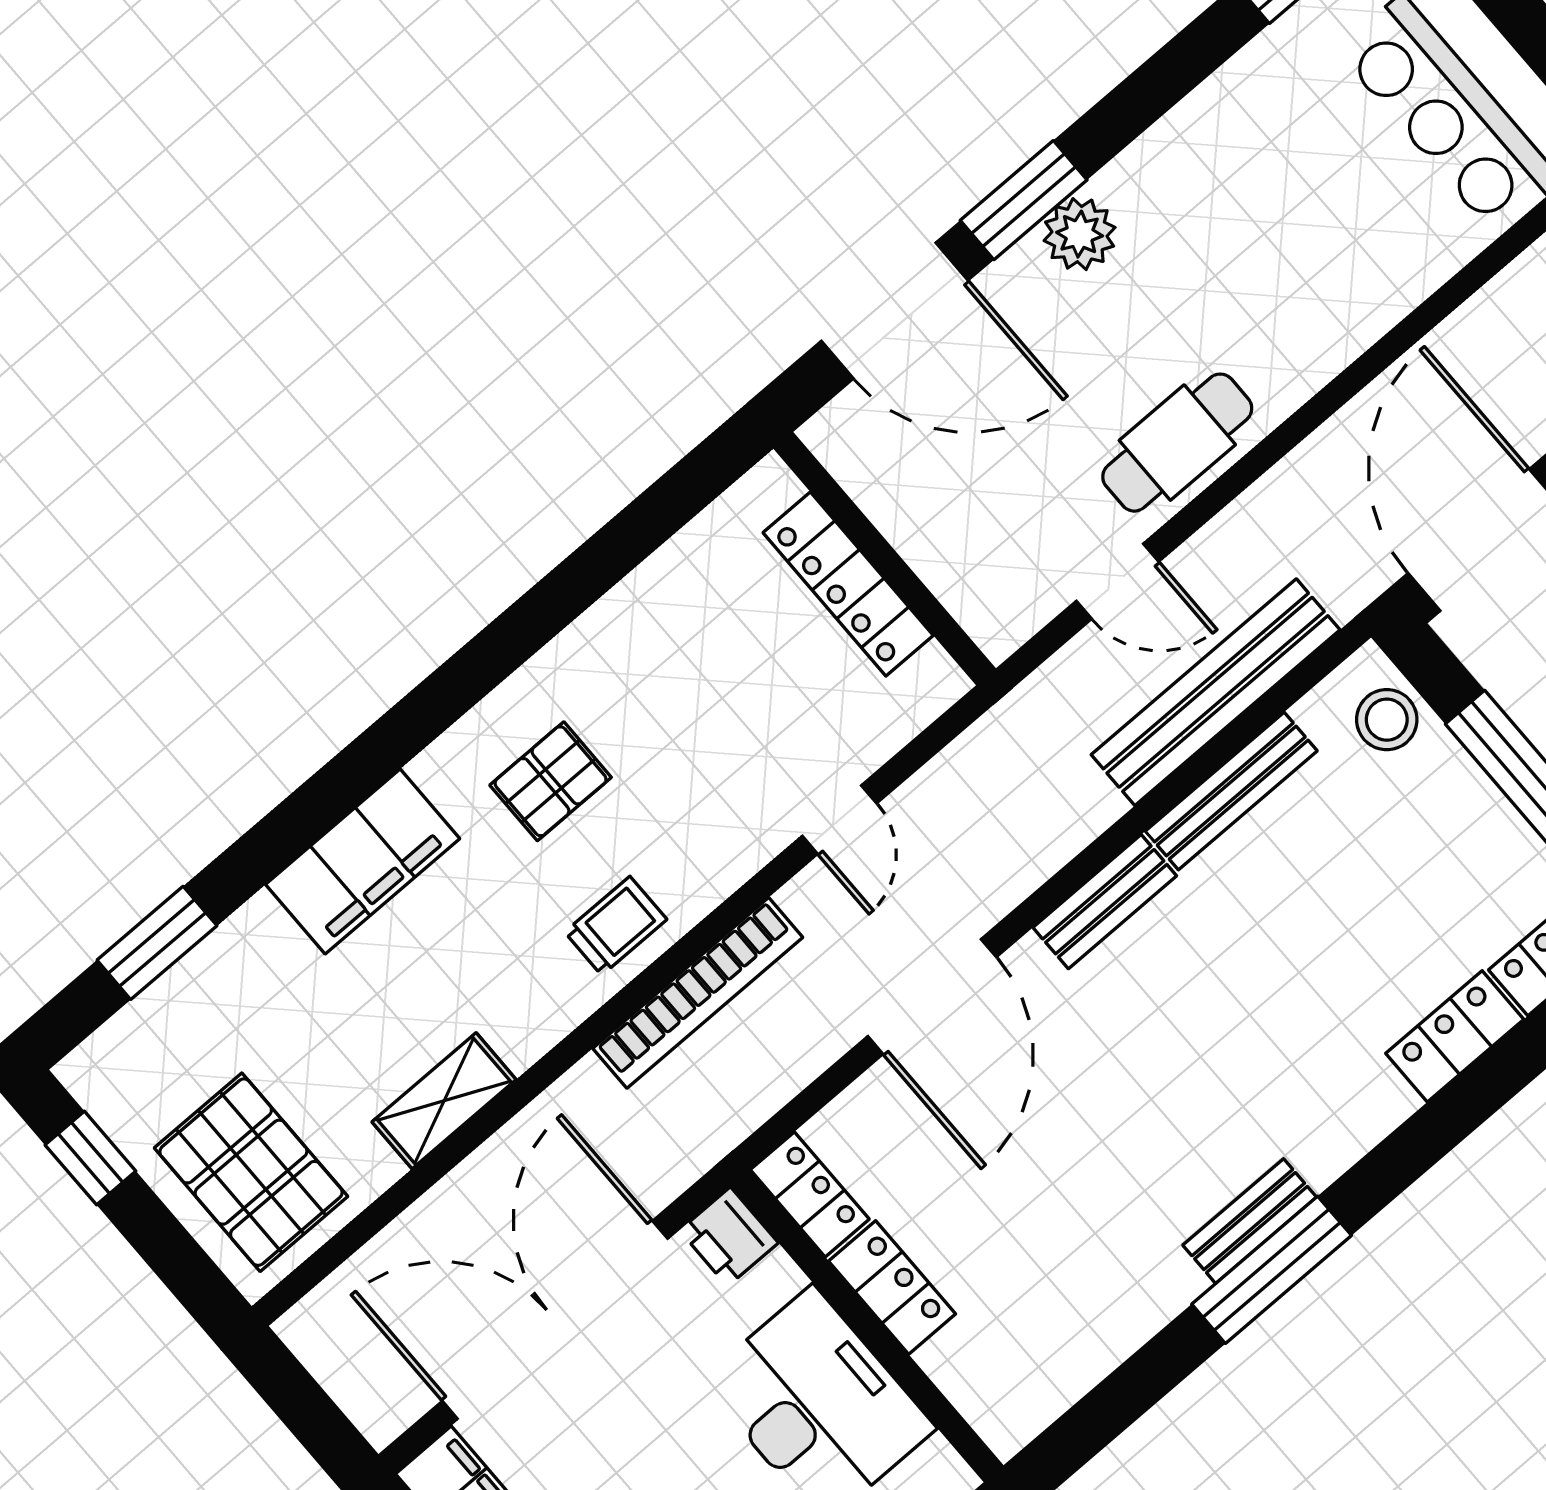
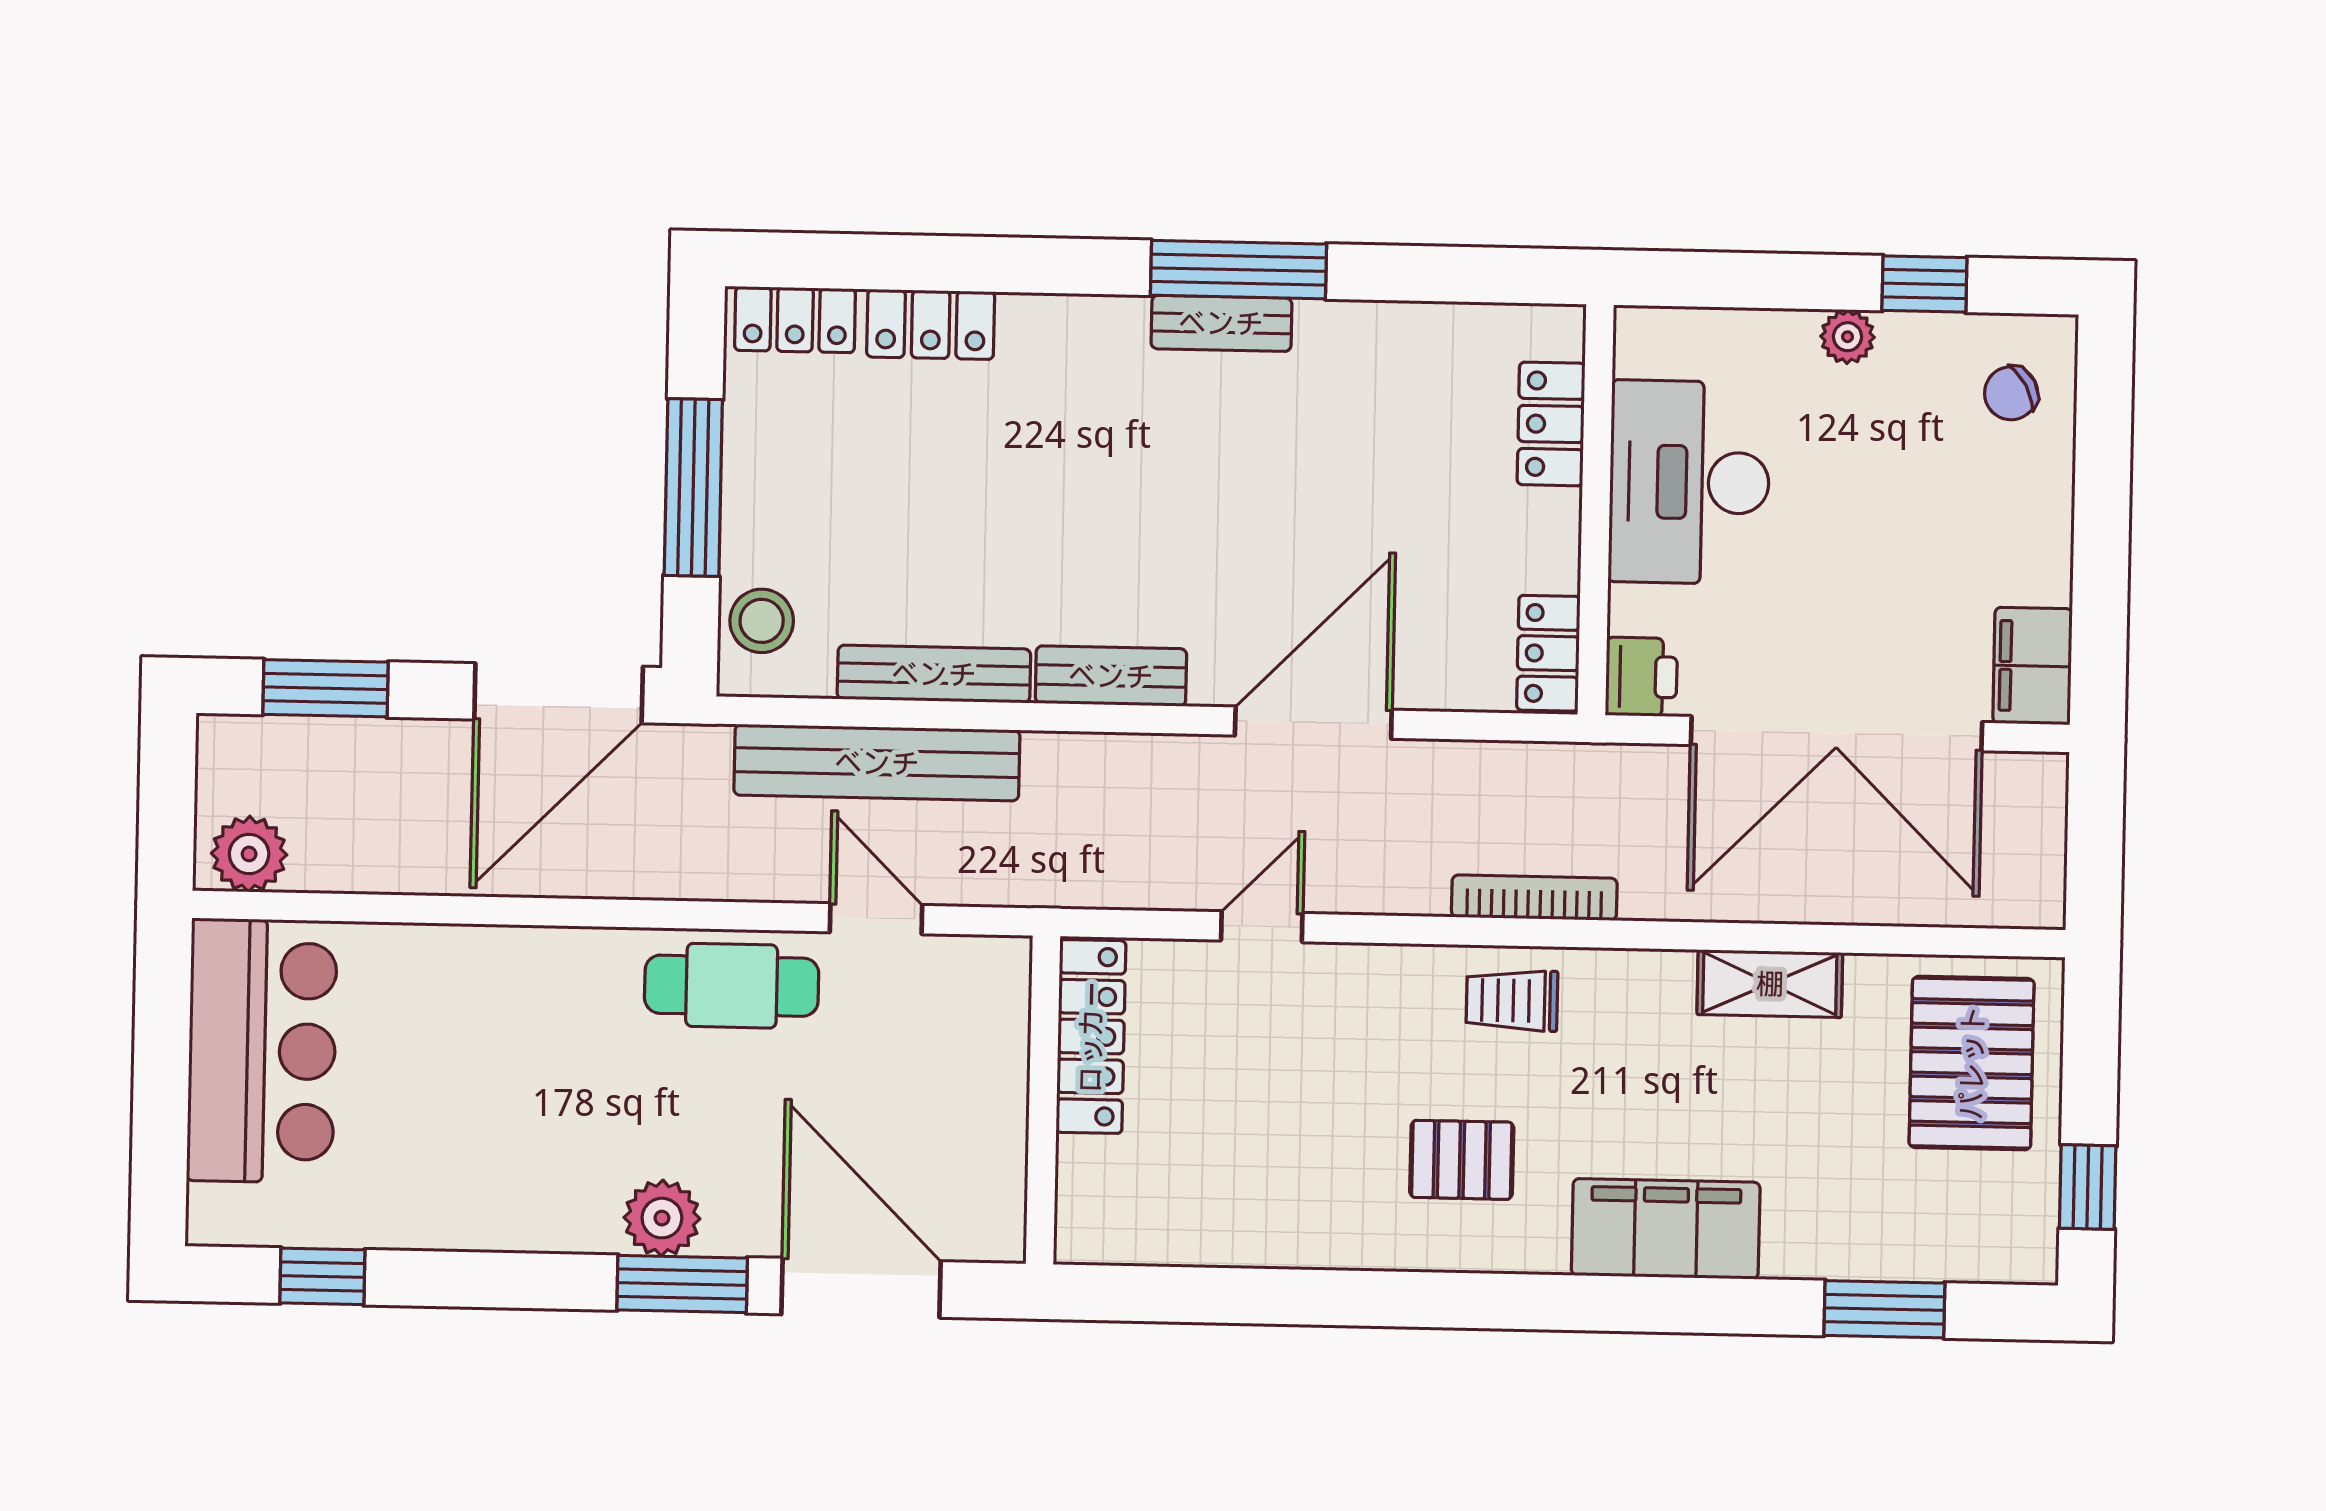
locker: (848, 584) -> (1091, 1037), moved
bookcase: (698, 993) -> (1534, 898), width x0.68, depth x0.76
locker: (892, 1288) -> (1551, 424), moved

